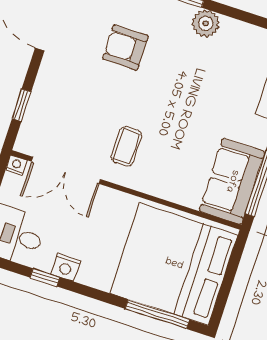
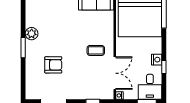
armchair: (125, 47) -> (53, 65), turned -90

